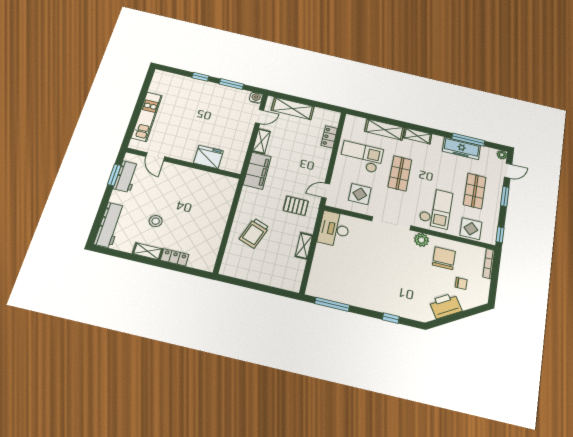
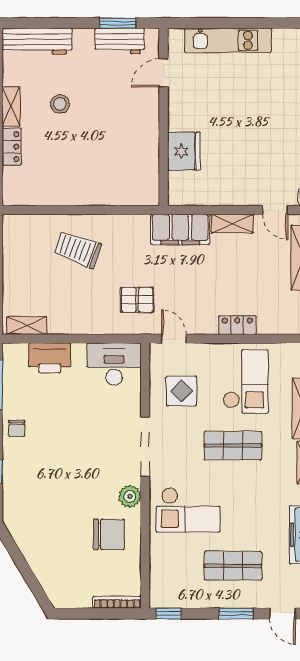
locker: (329, 137) -> (237, 325), moved
pallet: (296, 206) -> (137, 300), turned 90
display table: (471, 229) -> (167, 568), removed
shelving: (304, 246) -> (27, 326), moved
chair: (461, 283) -> (17, 428), moved
printer: (445, 306) -> (50, 358), moved, turned 121

